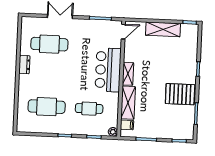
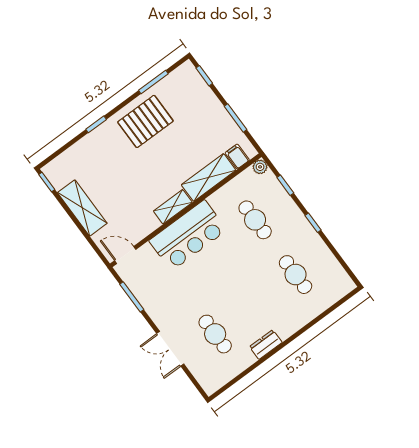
cafe table: (49, 44) -> (215, 334), width x0.73, depth x0.74
pallet: (180, 94) -> (145, 121), turned 90
cafe table: (47, 107) -> (296, 275), width x0.73, depth x0.74

